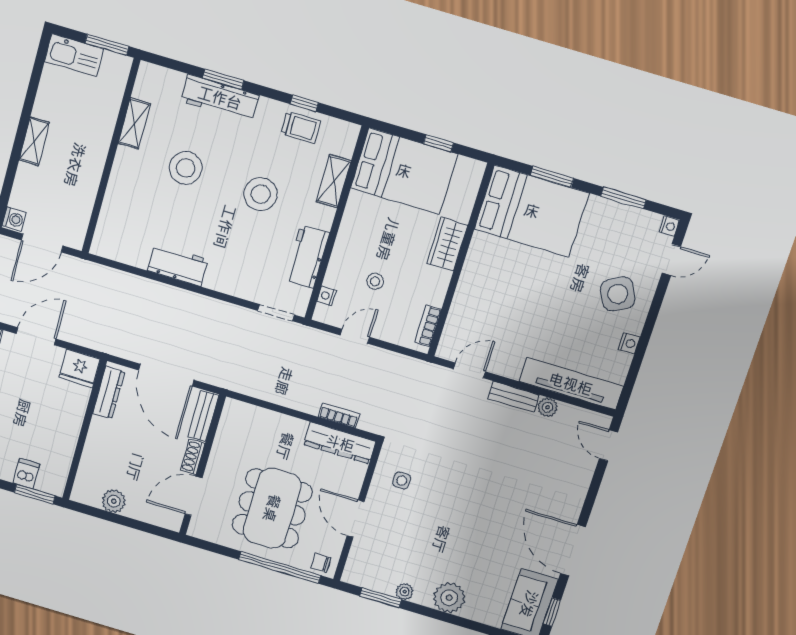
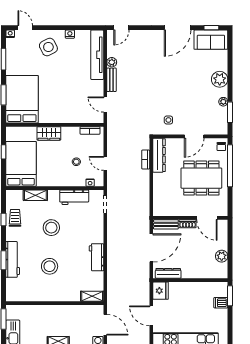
shelving: (134, 123) -> (92, 296), moved

